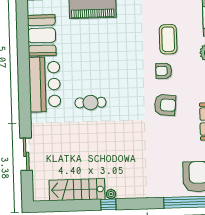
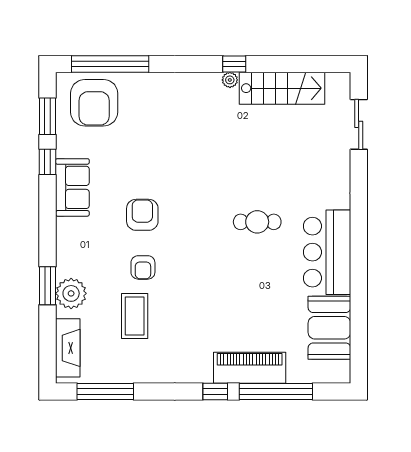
armchair: (164, 71) -> (143, 267), turned 90
armchair: (165, 105) -> (142, 215), turned 84
sliding door: (26, 154) -> (359, 124), moved

